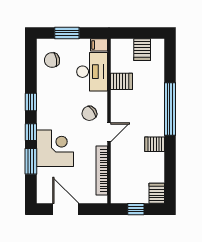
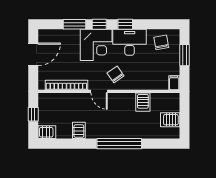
desk: (92, 72) -> (130, 42), moved, turned 180
server rack: (155, 144) -> (79, 130), moved
corner desk: (55, 148) -> (96, 45), moved

